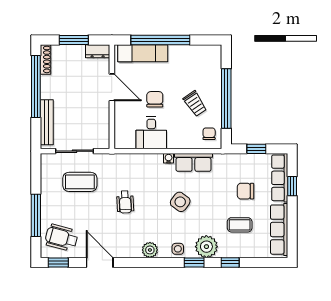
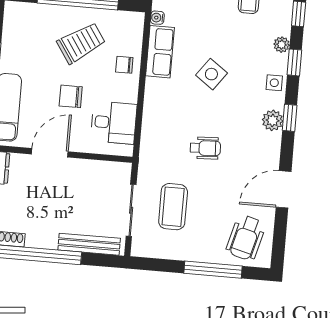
trolley: (195, 104) -> (81, 43), width x1.36, depth x1.39
desk: (151, 133) -> (114, 123), moved
chair: (209, 134) -> (124, 65), moved
water cooler: (169, 158) -> (157, 18), moved
plant: (206, 247) -> (282, 45), width x0.53, depth x0.53
window: (58, 262) -> (290, 118), moved

